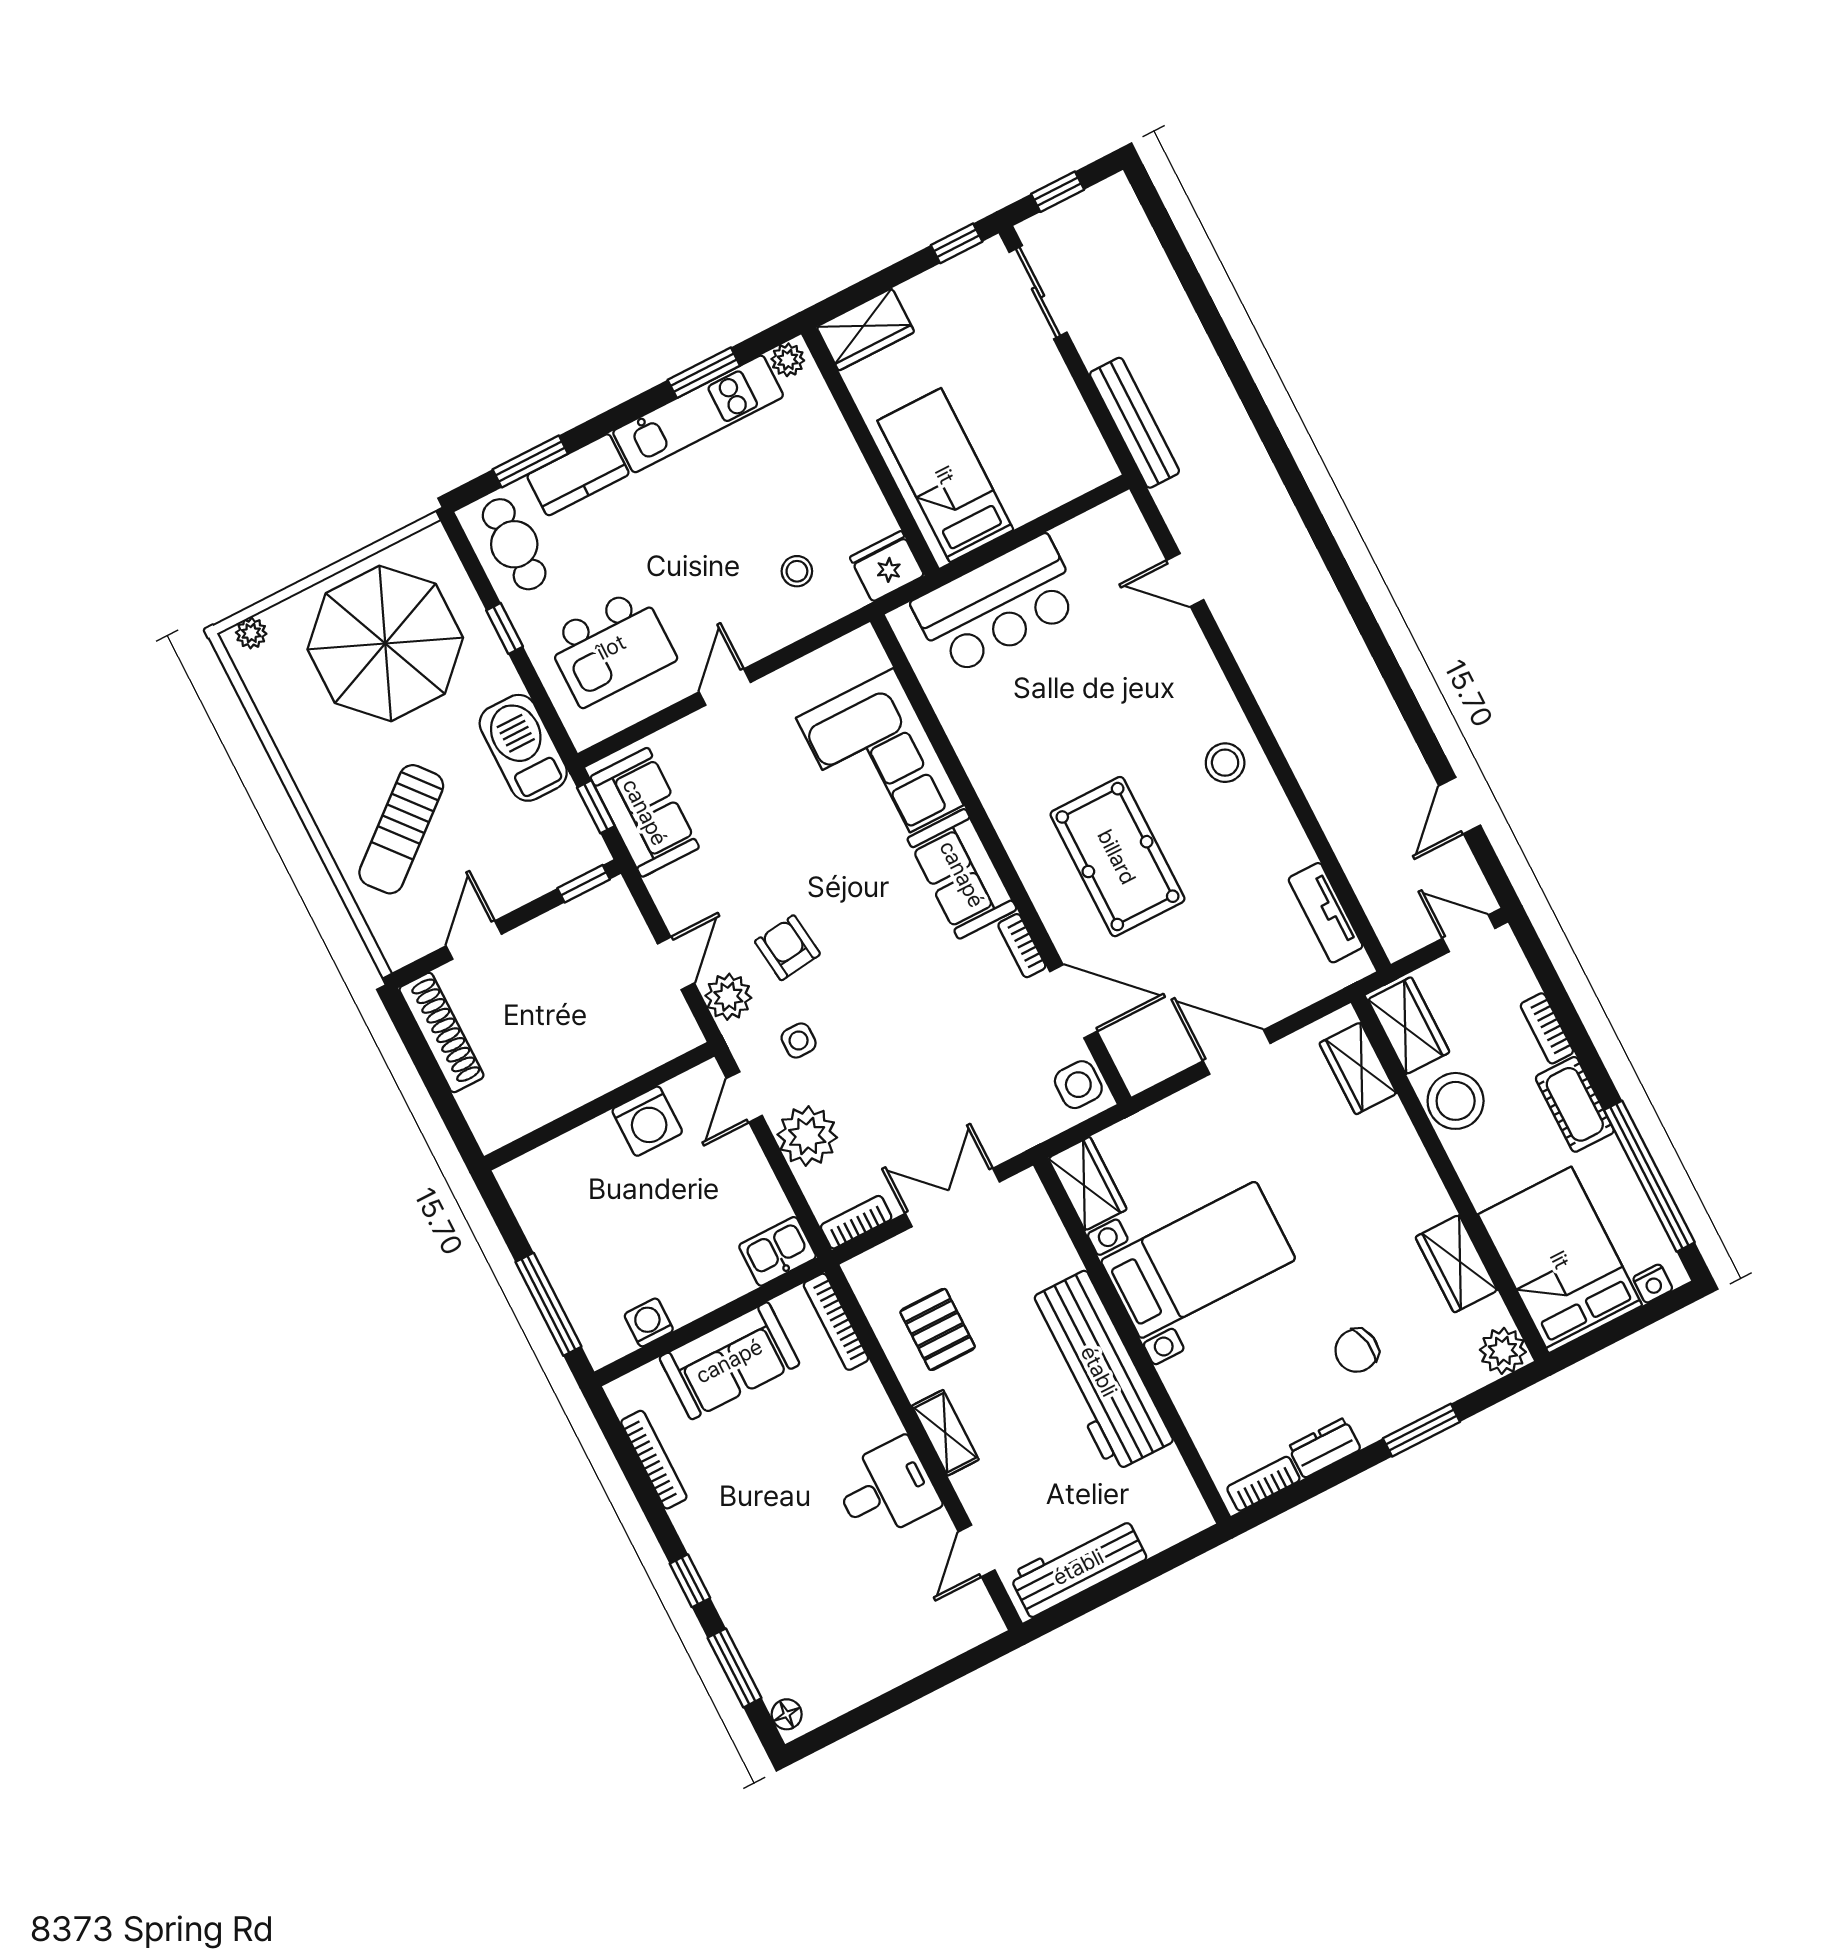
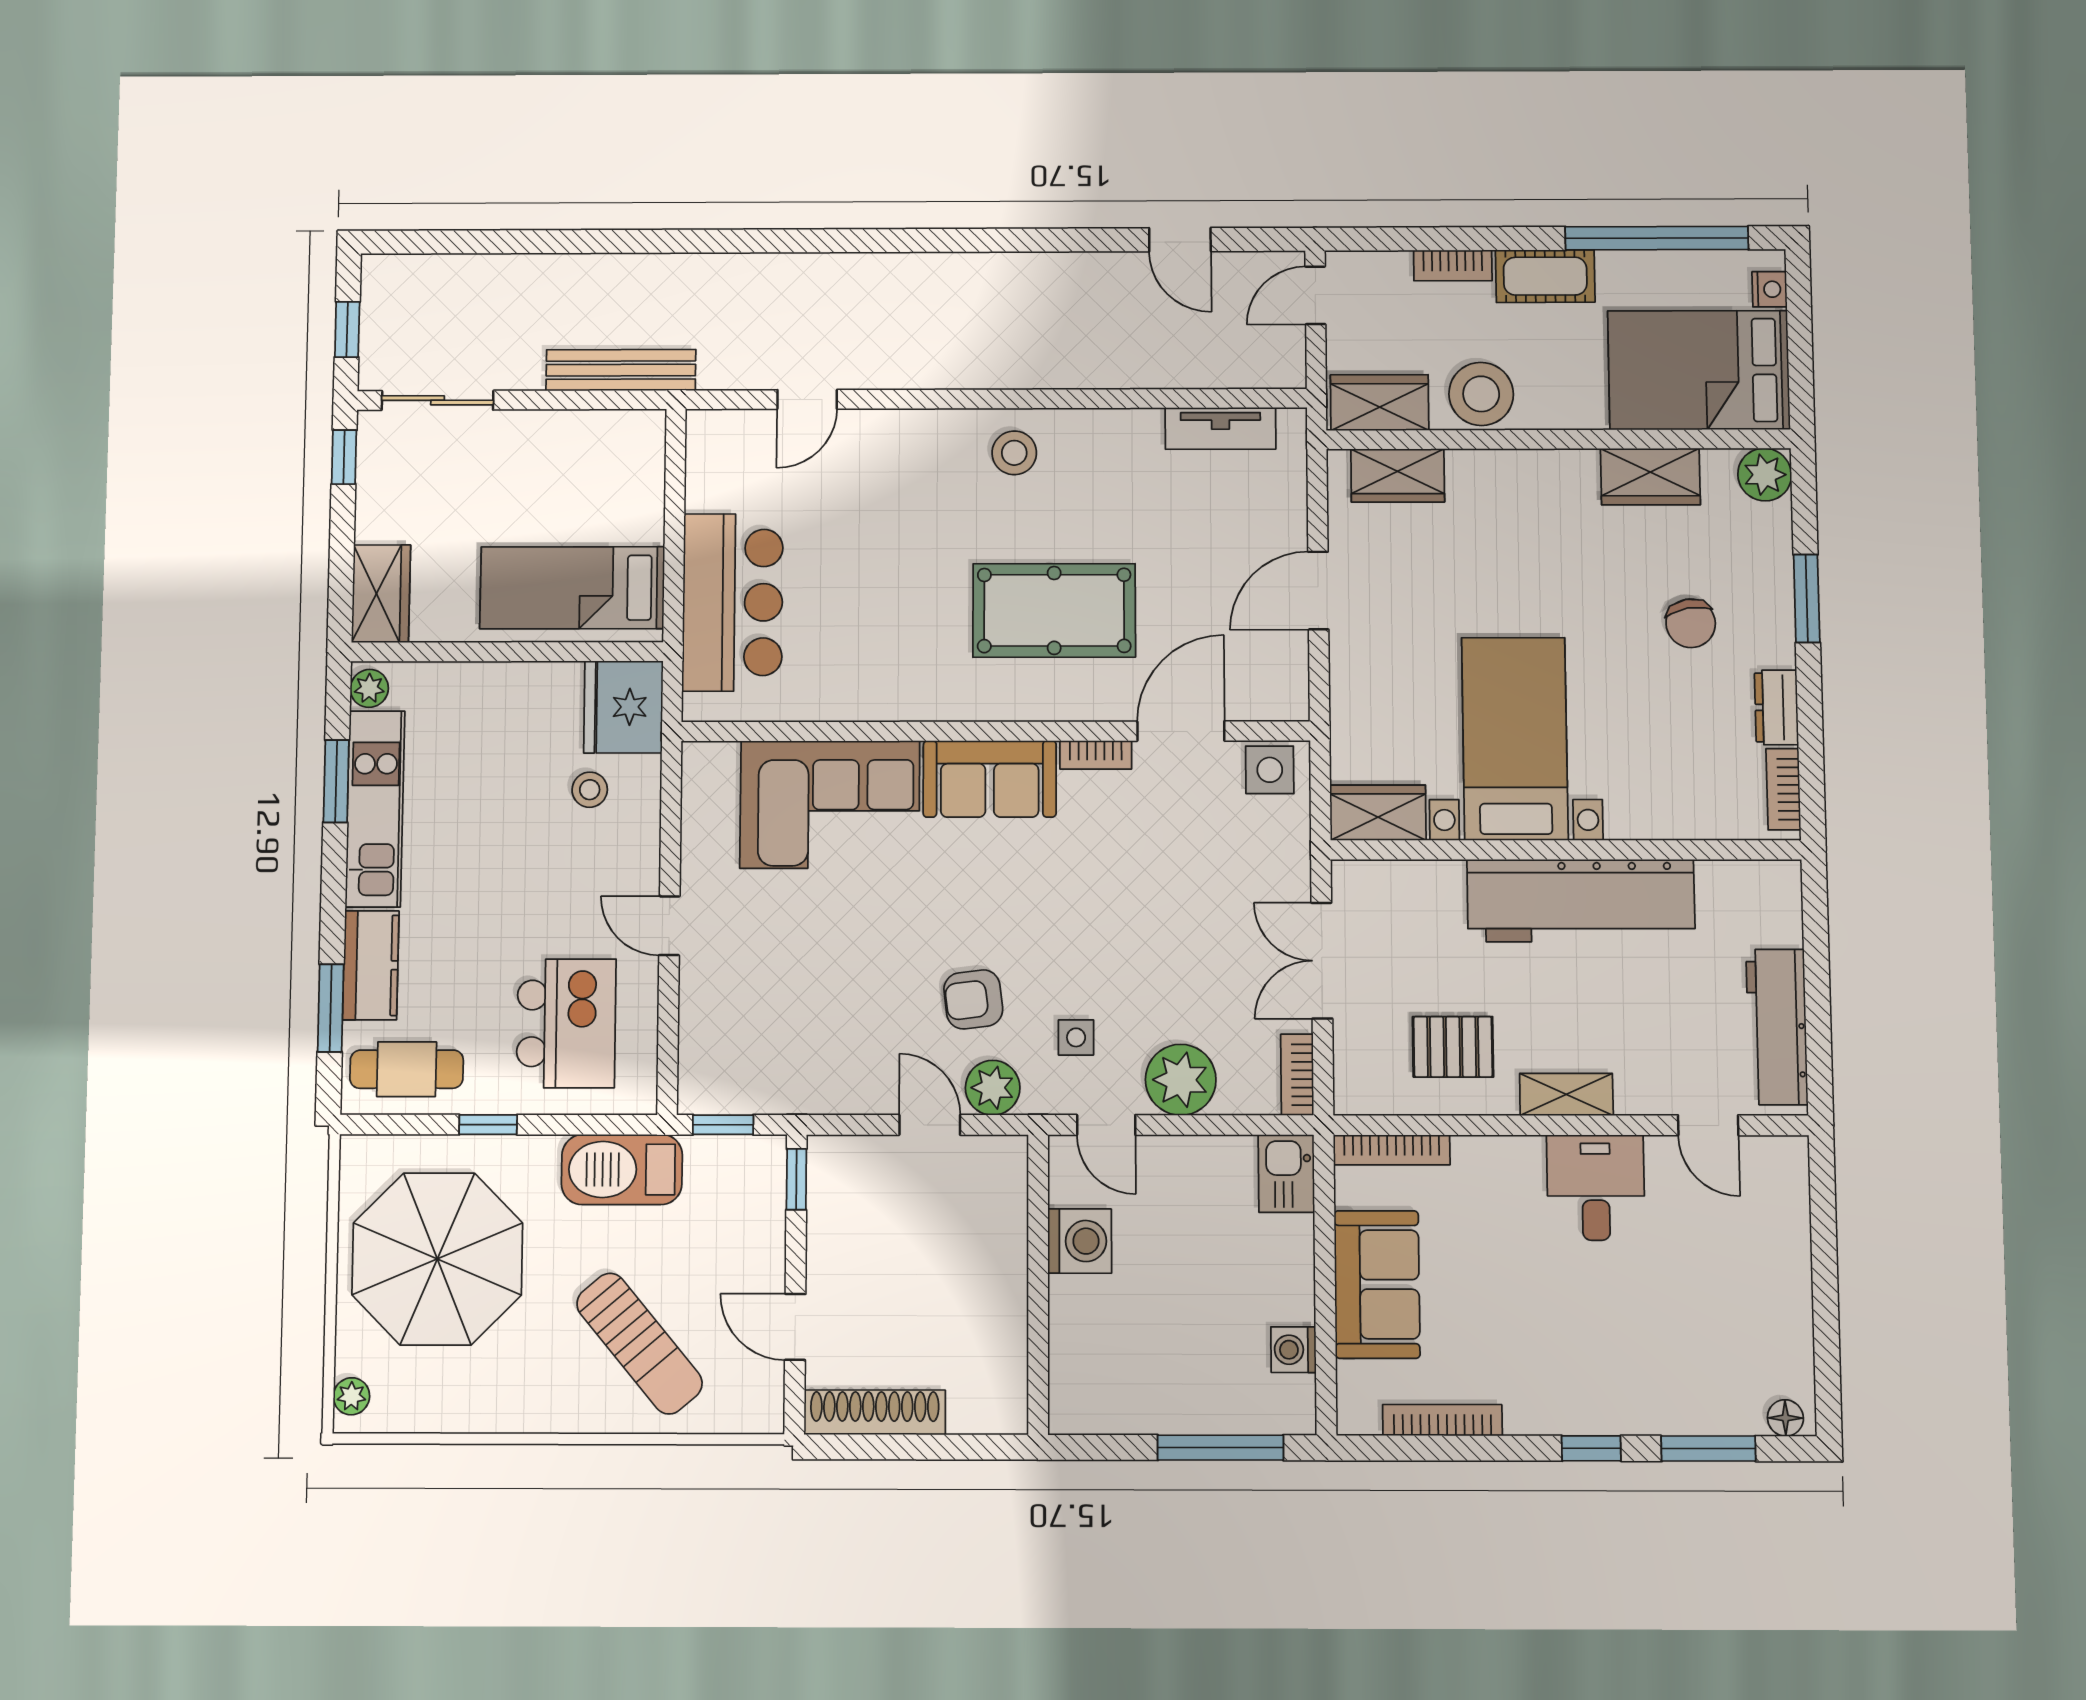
fridge: (887, 566) -> (623, 707), width x1.36, depth x1.34
sofa: (645, 812) -> (755, 1076), removed

